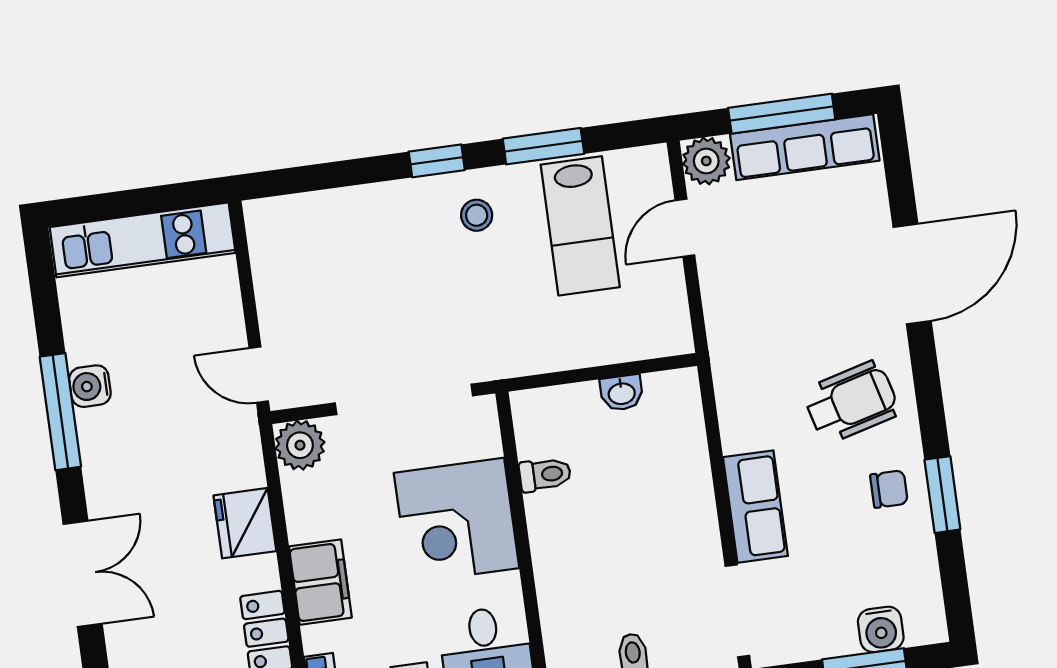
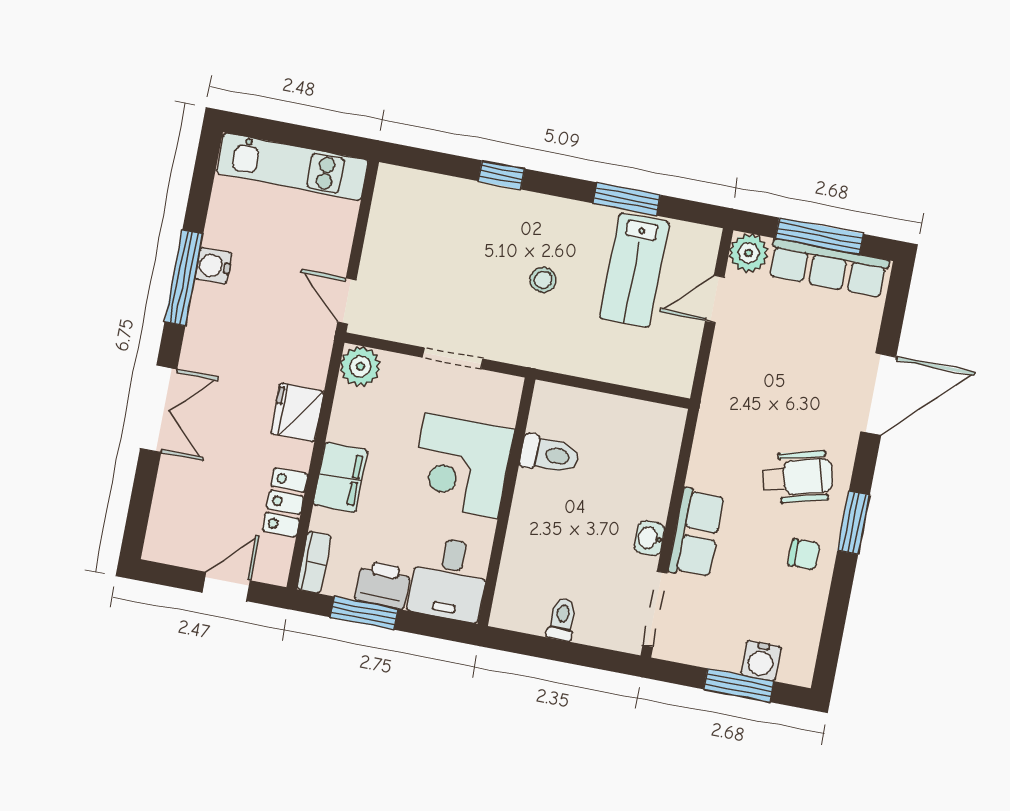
window: (437, 161) -> (501, 175), moved
stool: (477, 215) -> (543, 280), moved
washbasin: (622, 393) -> (650, 538), moved, turned 90
doorway: (404, 399) -> (453, 358), width x0.53
toilet: (545, 475) -> (550, 455), width x1.37, depth x1.39
window: (942, 495) -> (853, 523), moved

